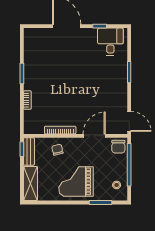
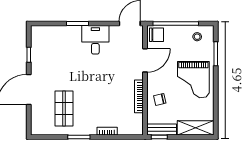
desk: (110, 42) -> (95, 40), moved, turned 90
shop shelf: (49, 59) -> (64, 109), added
door: (94, 136) -> (145, 60), swing flipped

